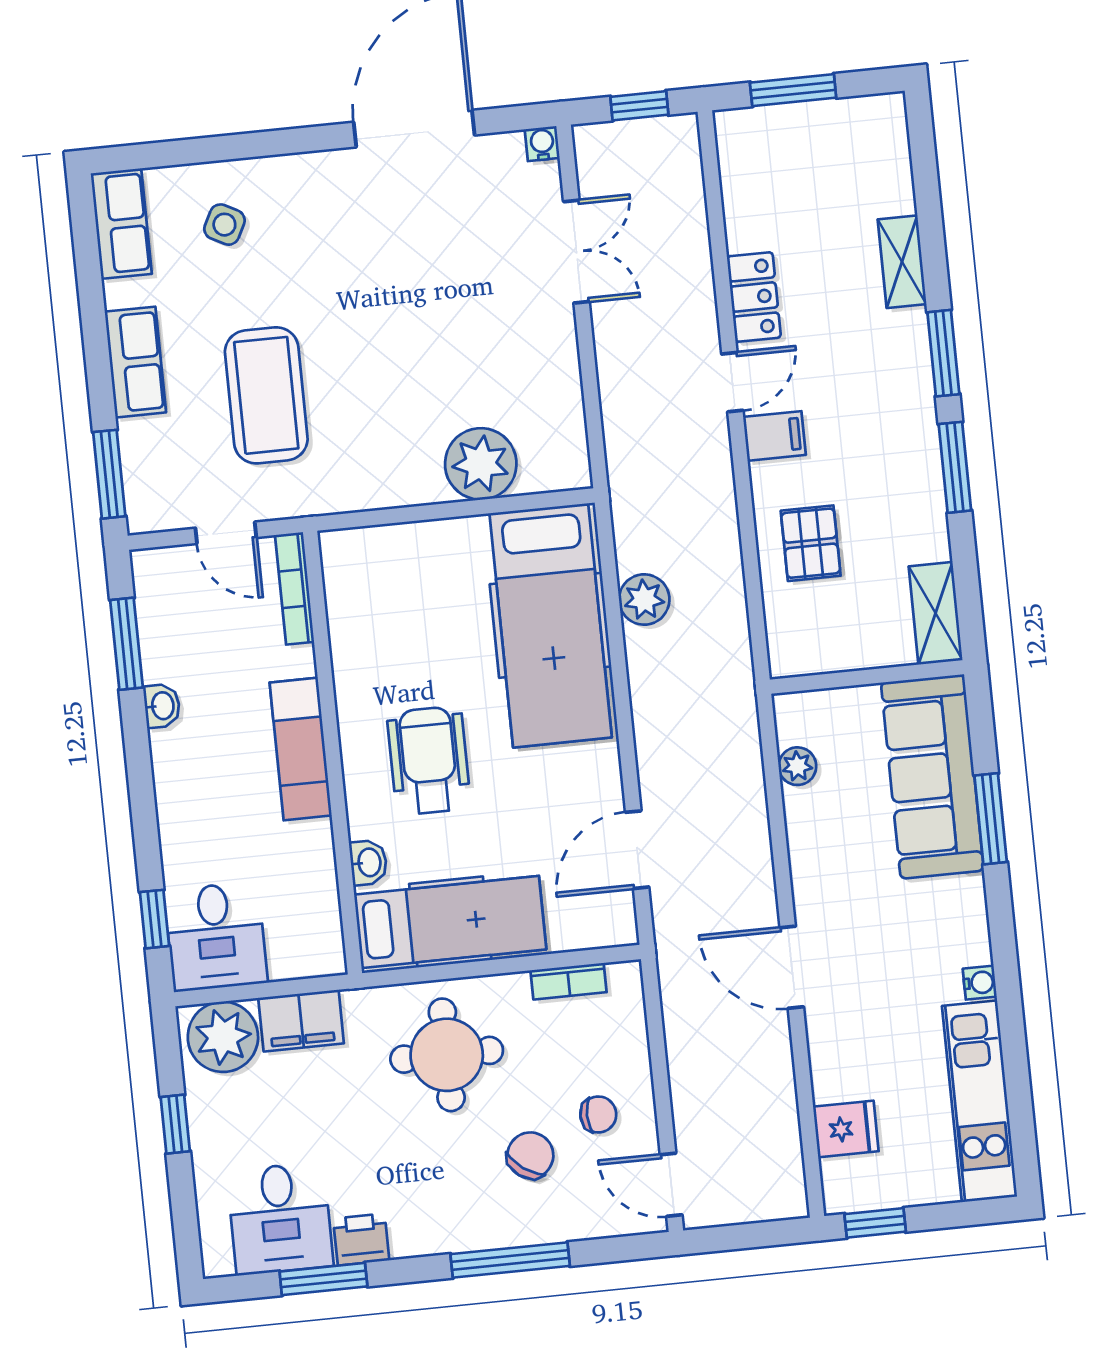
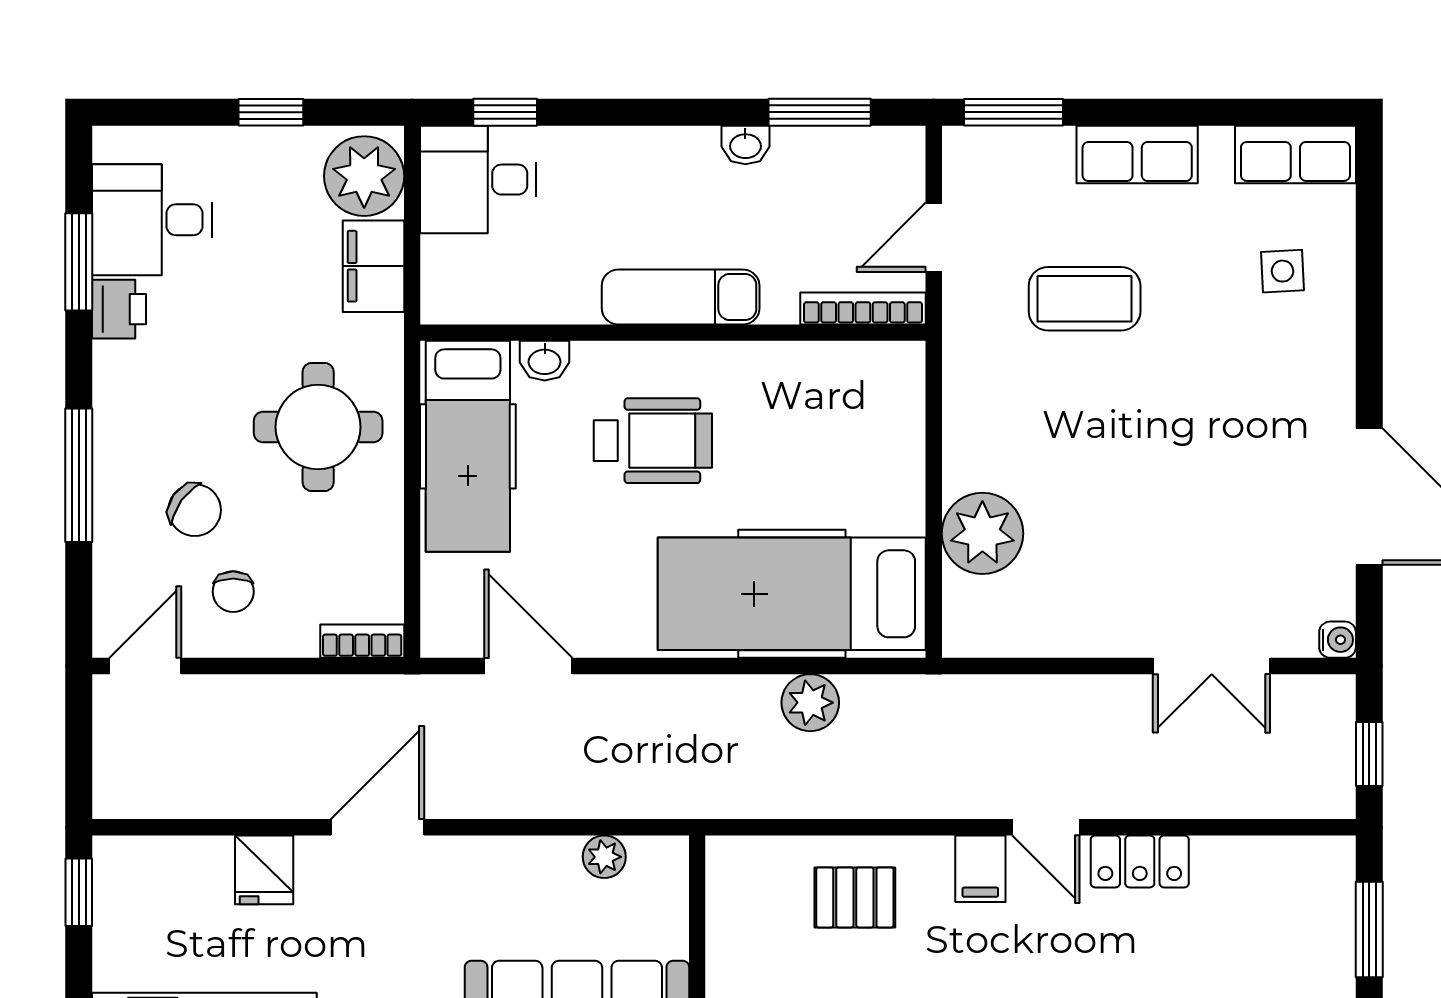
side table: (224, 225) -> (1282, 271), turned -30
coffee table: (266, 395) -> (1085, 299), width x0.73, depth x0.76
bookcase: (569, 981) -> (362, 641), moved, turned 90
fridge: (846, 1129) -> (264, 870), moved

